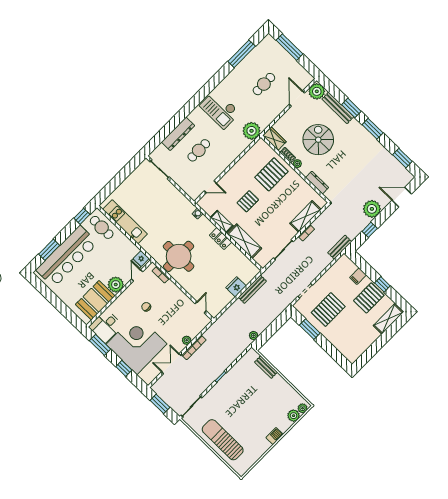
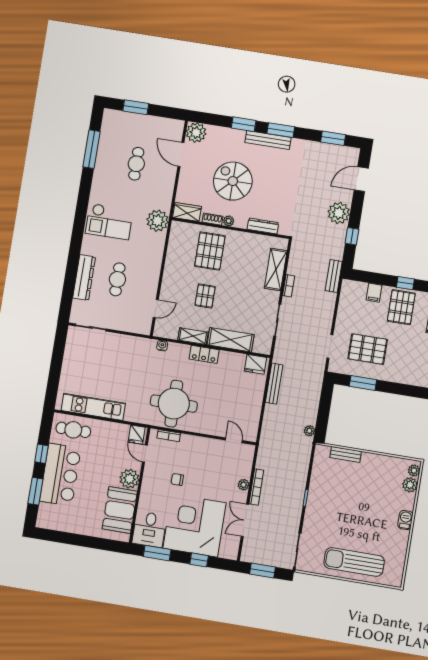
window: (289, 47) -> (136, 107), width x0.69
bench: (338, 108) -> (268, 140), moved
window: (82, 216) -> (42, 454), moved
bar counter: (67, 256) -> (60, 475), width x0.73
fridge: (236, 287) -> (255, 364), moved, turned -90
pallet: (328, 310) -> (368, 349), turned 90

